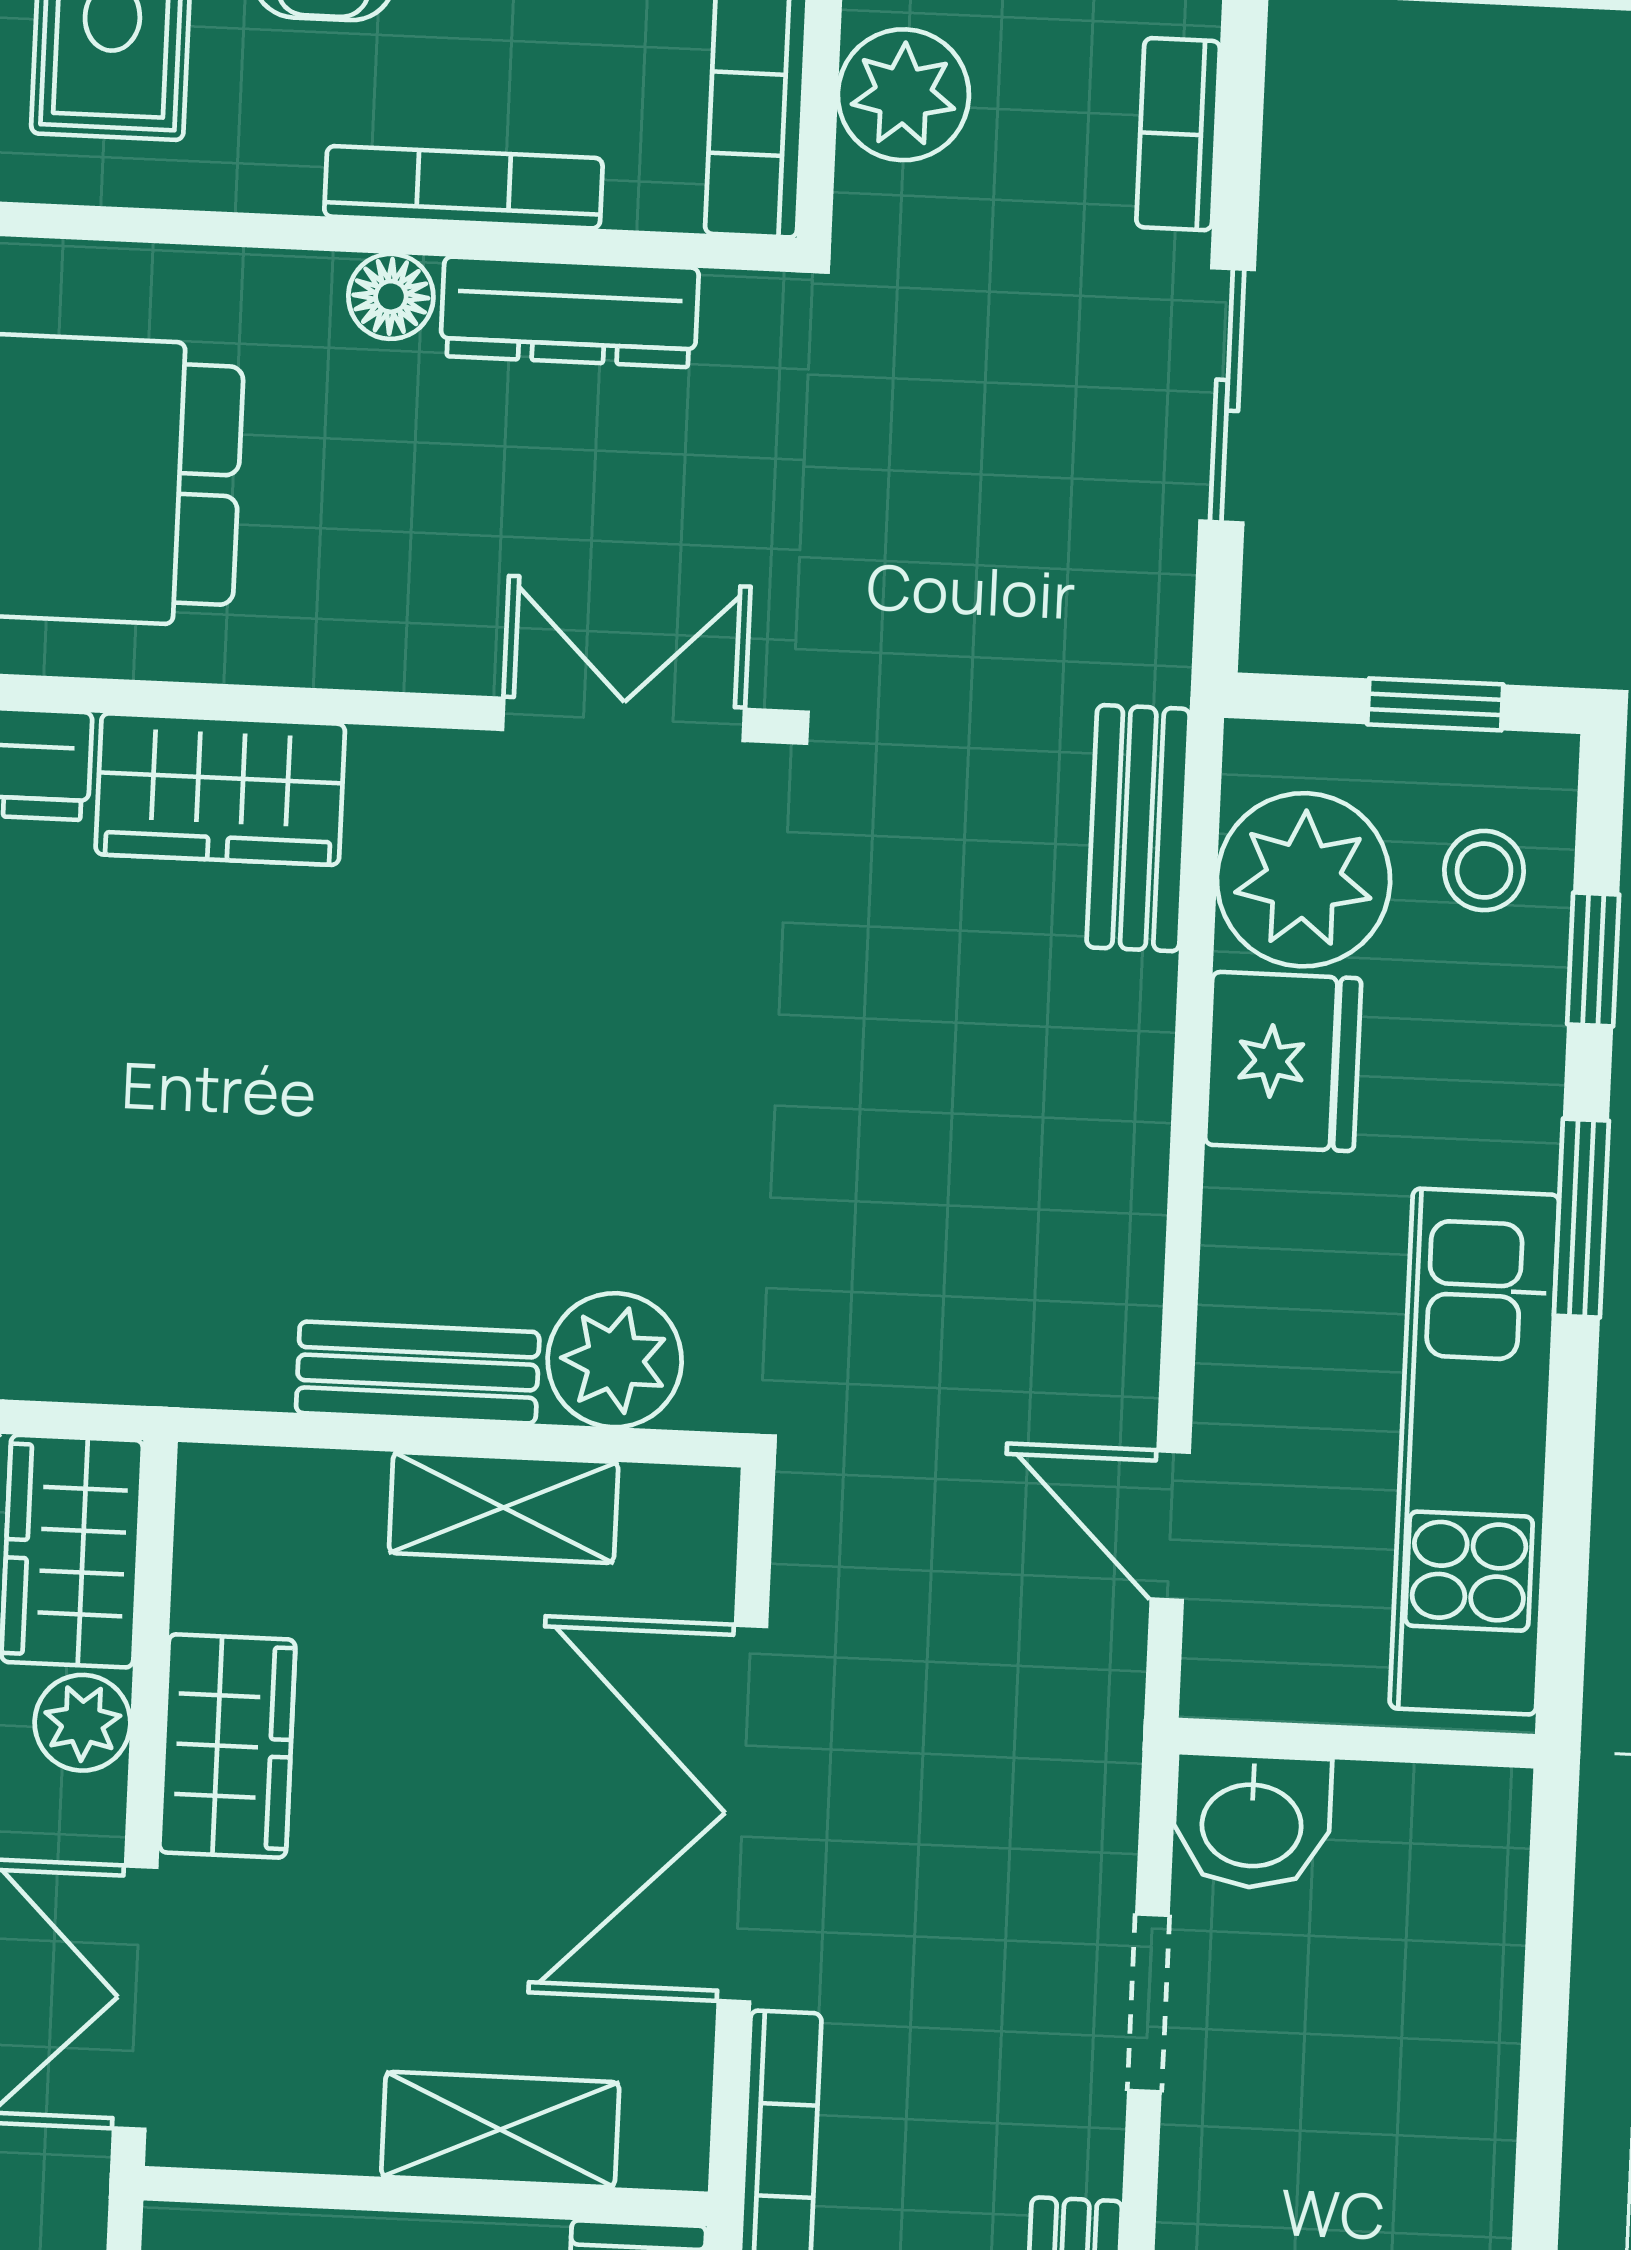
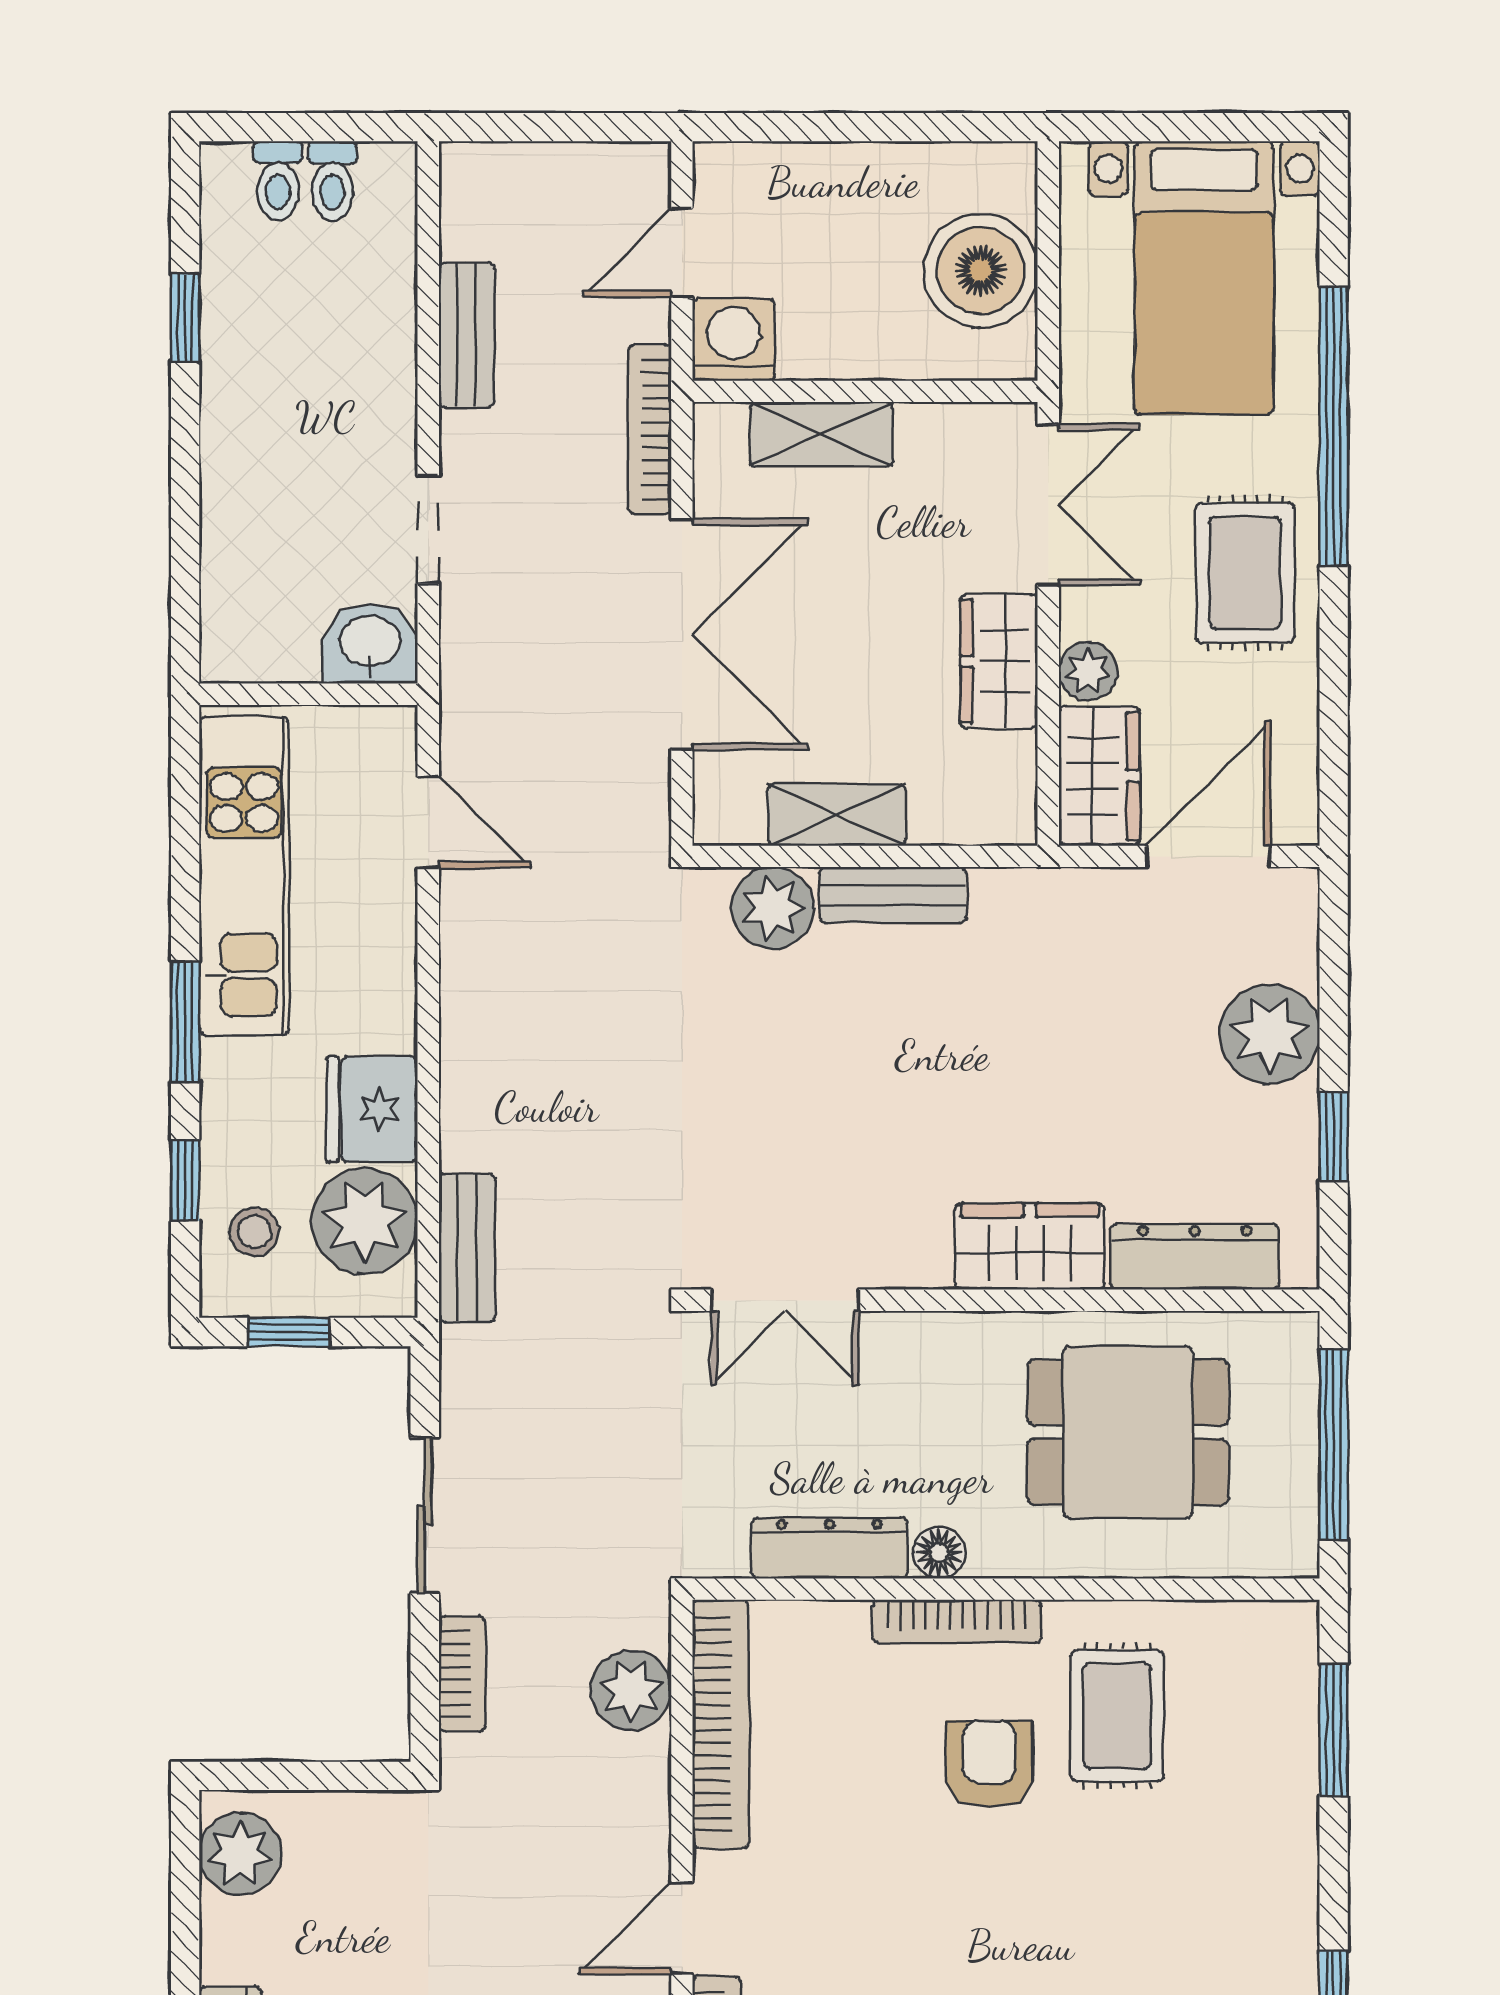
bookcase: (463, 187) -> (957, 1621), moved

